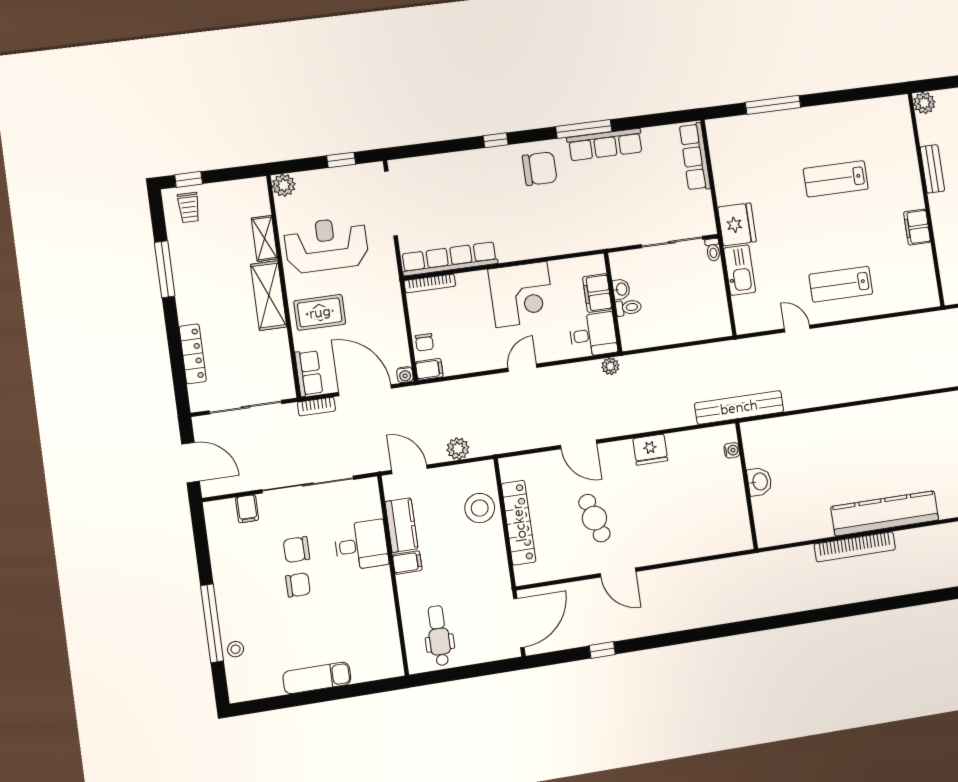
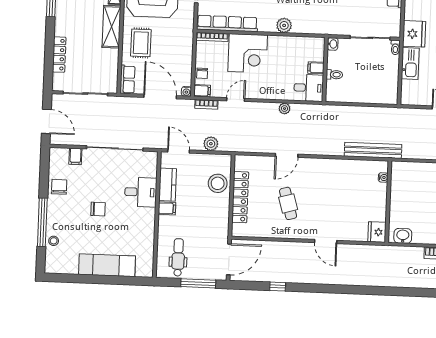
plant: (538, 246) -> (284, 25), added
washbasin: (621, 289) -> (333, 44), moved
filing cabinet: (597, 293) -> (316, 68), width x0.50
corner desk: (521, 294) -> (248, 53), moved
rug: (320, 312) -> (141, 43), turned 90
plant: (610, 366) -> (285, 109), moved
door: (522, 368) -> (236, 100), moved
bookcase: (316, 407) -> (206, 104), moved
bench: (739, 407) -> (373, 150), moved
door: (579, 444) -> (287, 155), hinge flipped
fridge: (650, 450) -> (377, 232), moved, turned 90
washbasin: (759, 482) -> (403, 236), moved, turned -90
chair: (297, 550) -> (59, 187), moved, turned 90
door: (618, 572) -> (326, 241), moved
window: (478, 670) -> (198, 283), added
exam couch: (317, 678) -> (107, 265), width x1.36, depth x1.45

